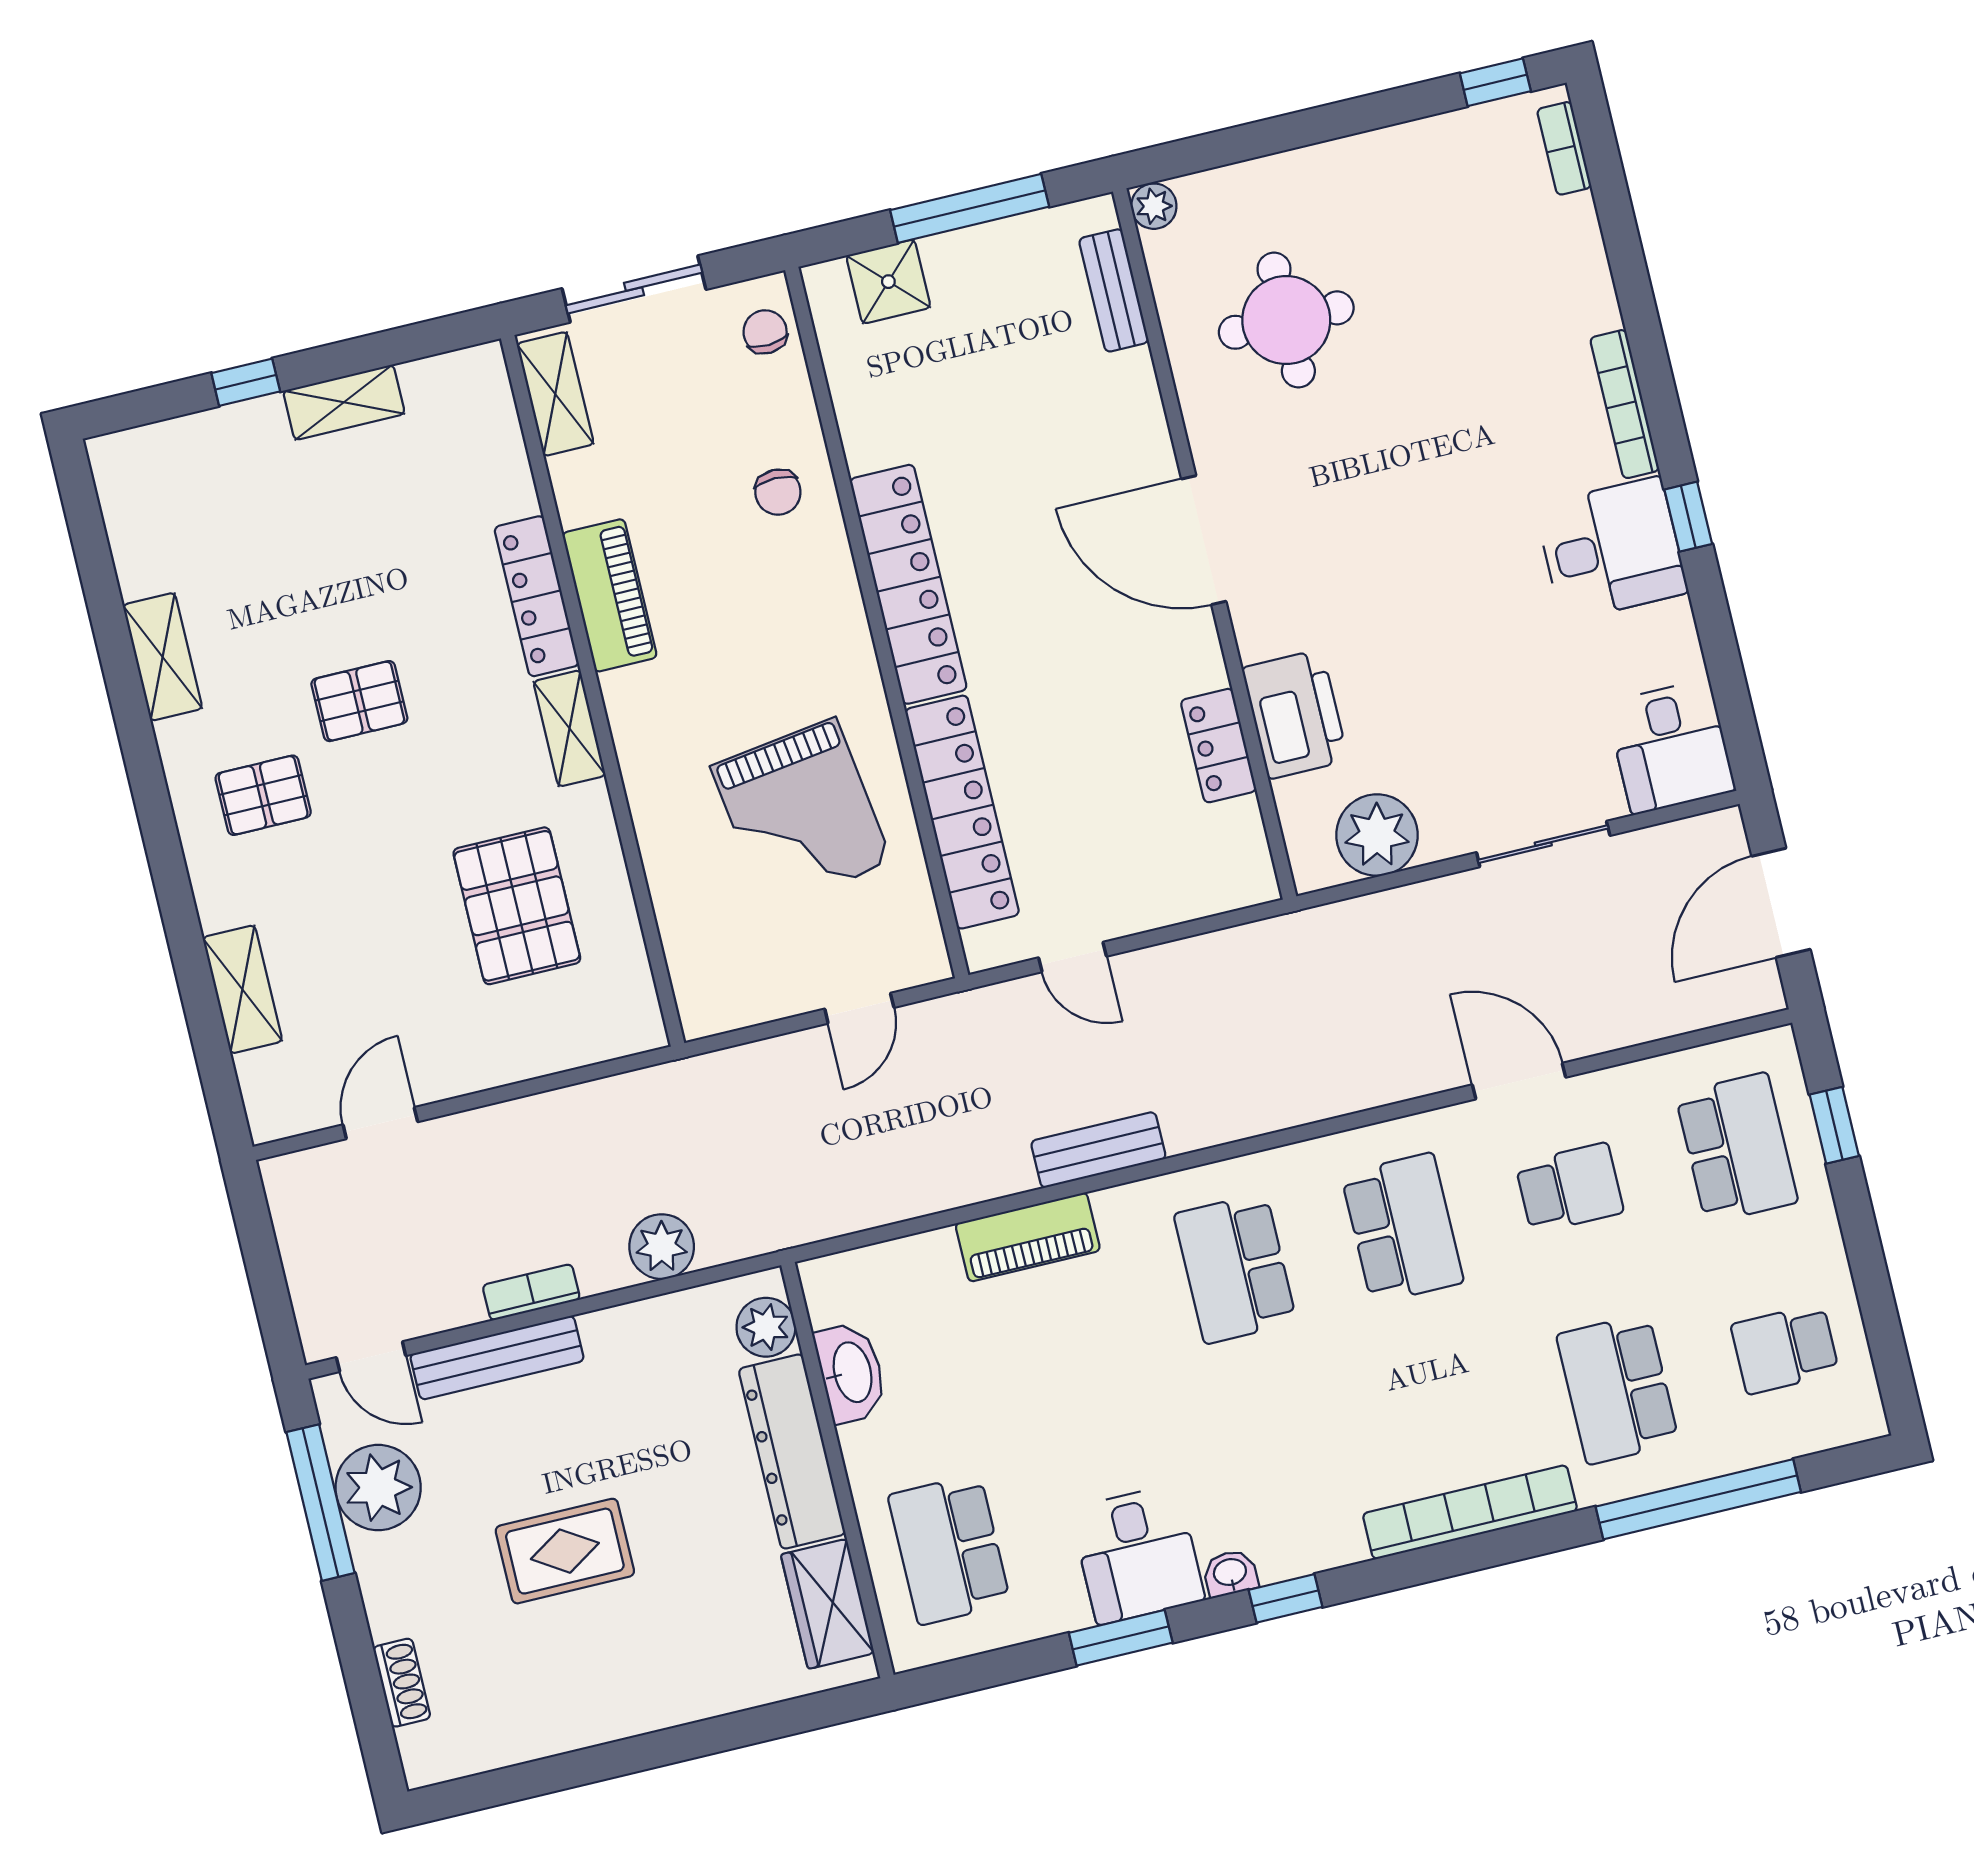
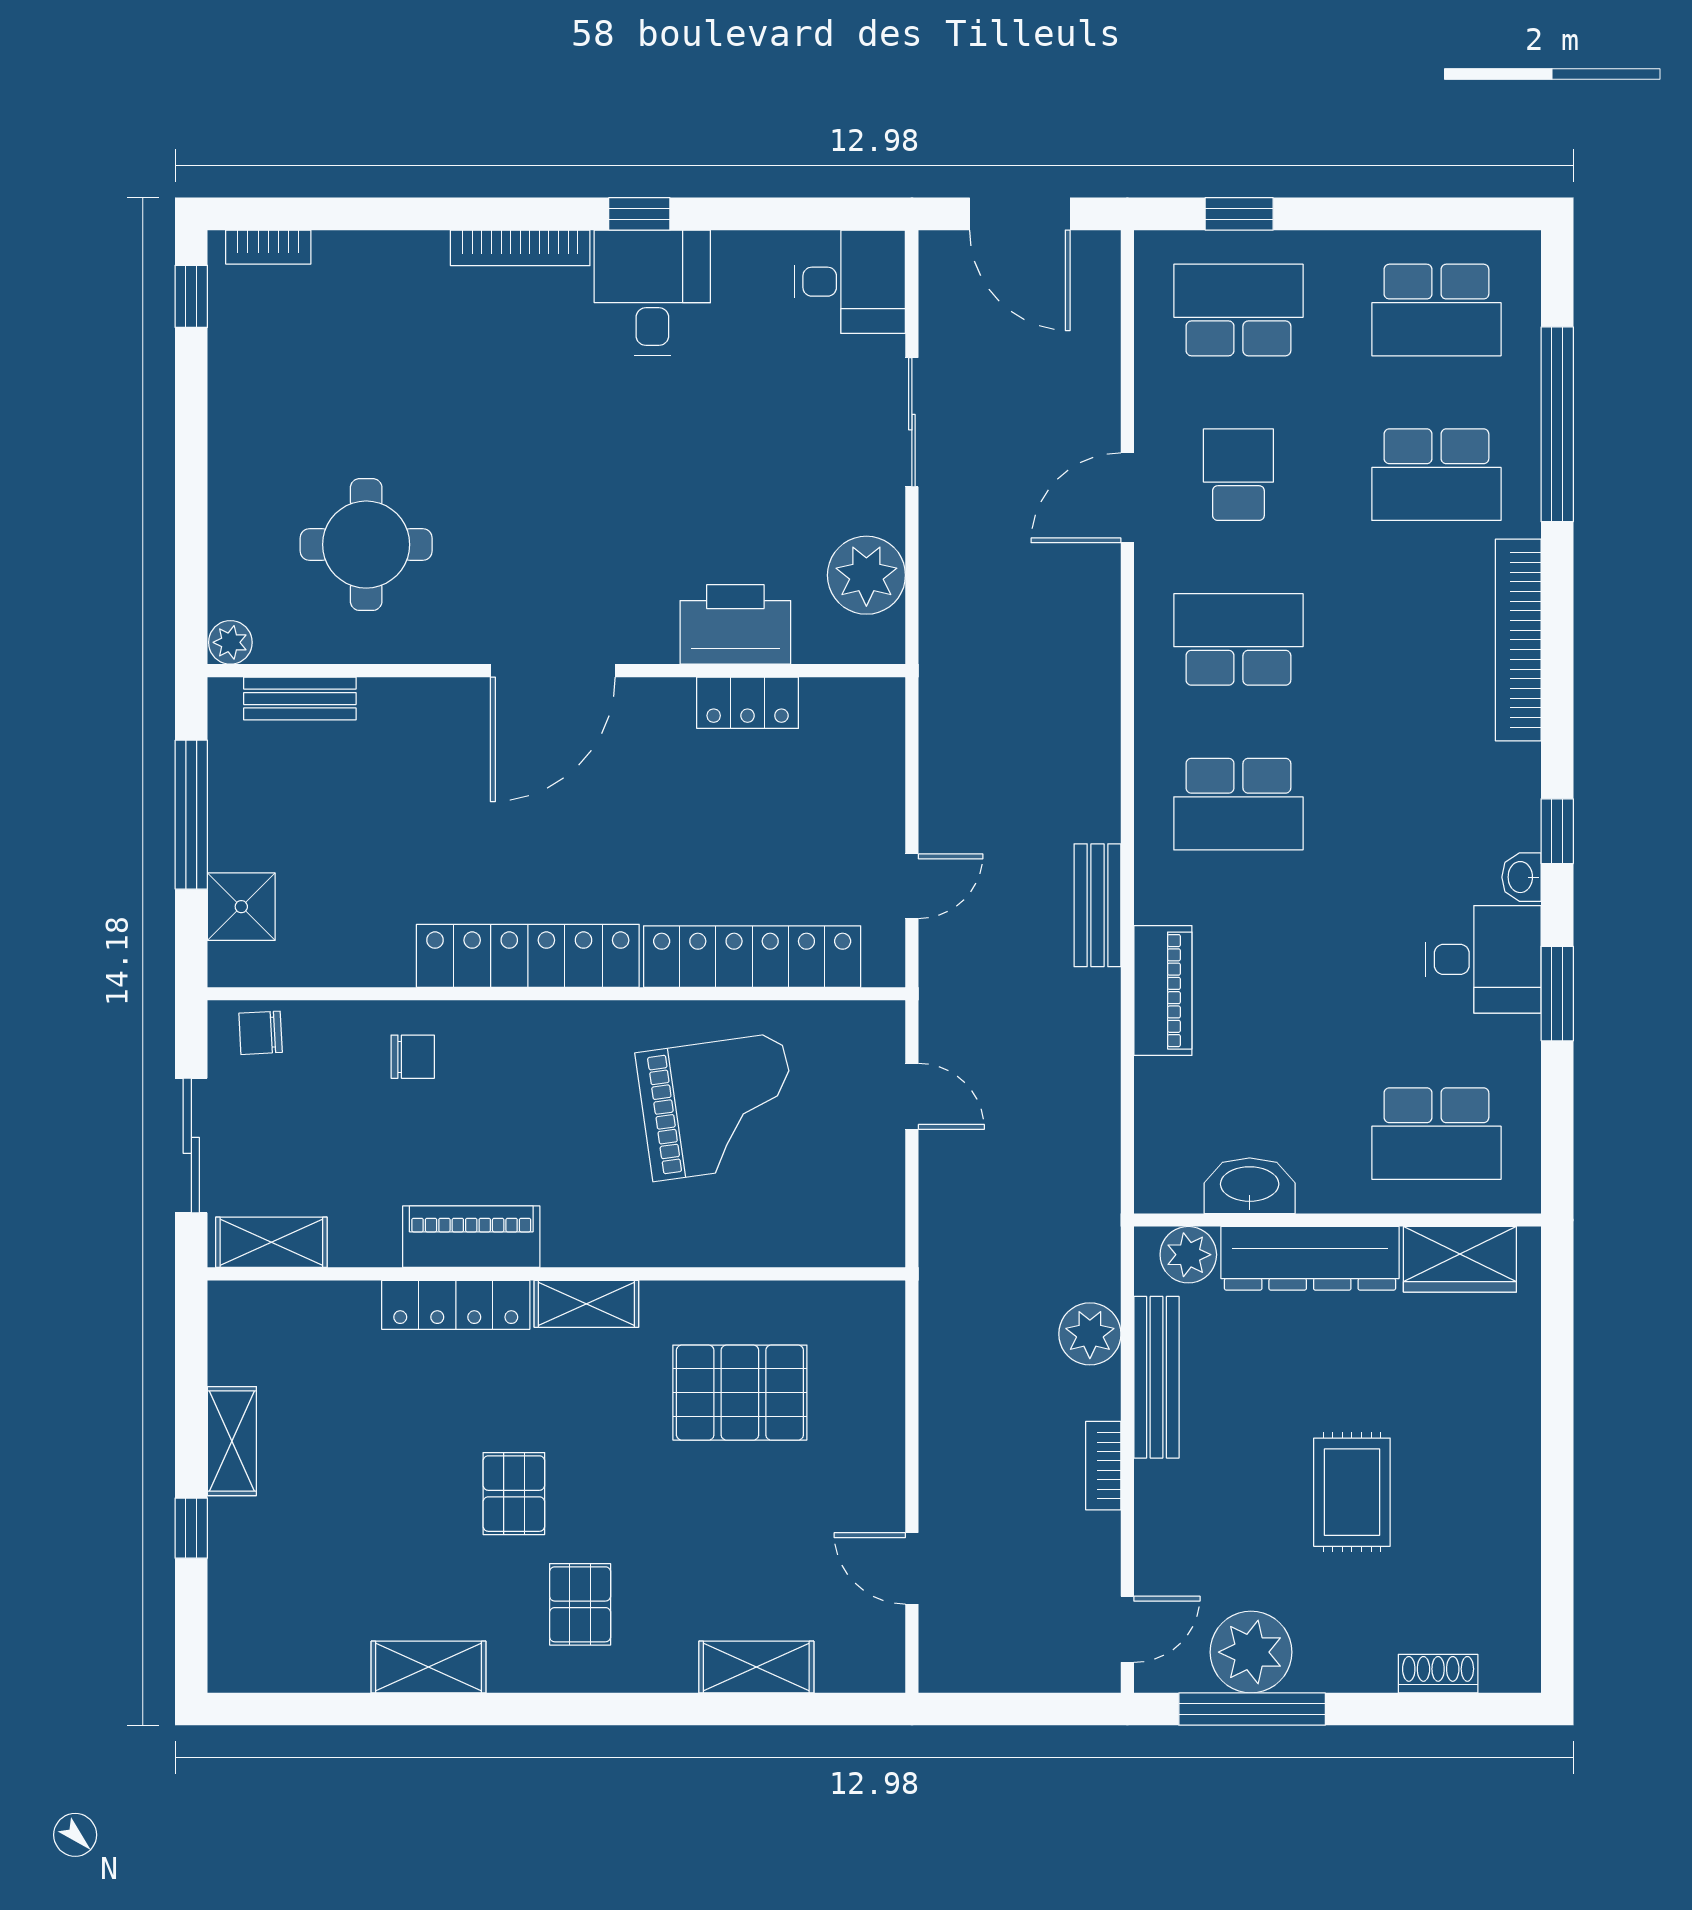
school desk: (1785, 1349) -> (1436, 310), width x1.85
bench: (497, 1358) -> (1156, 1377), moved

